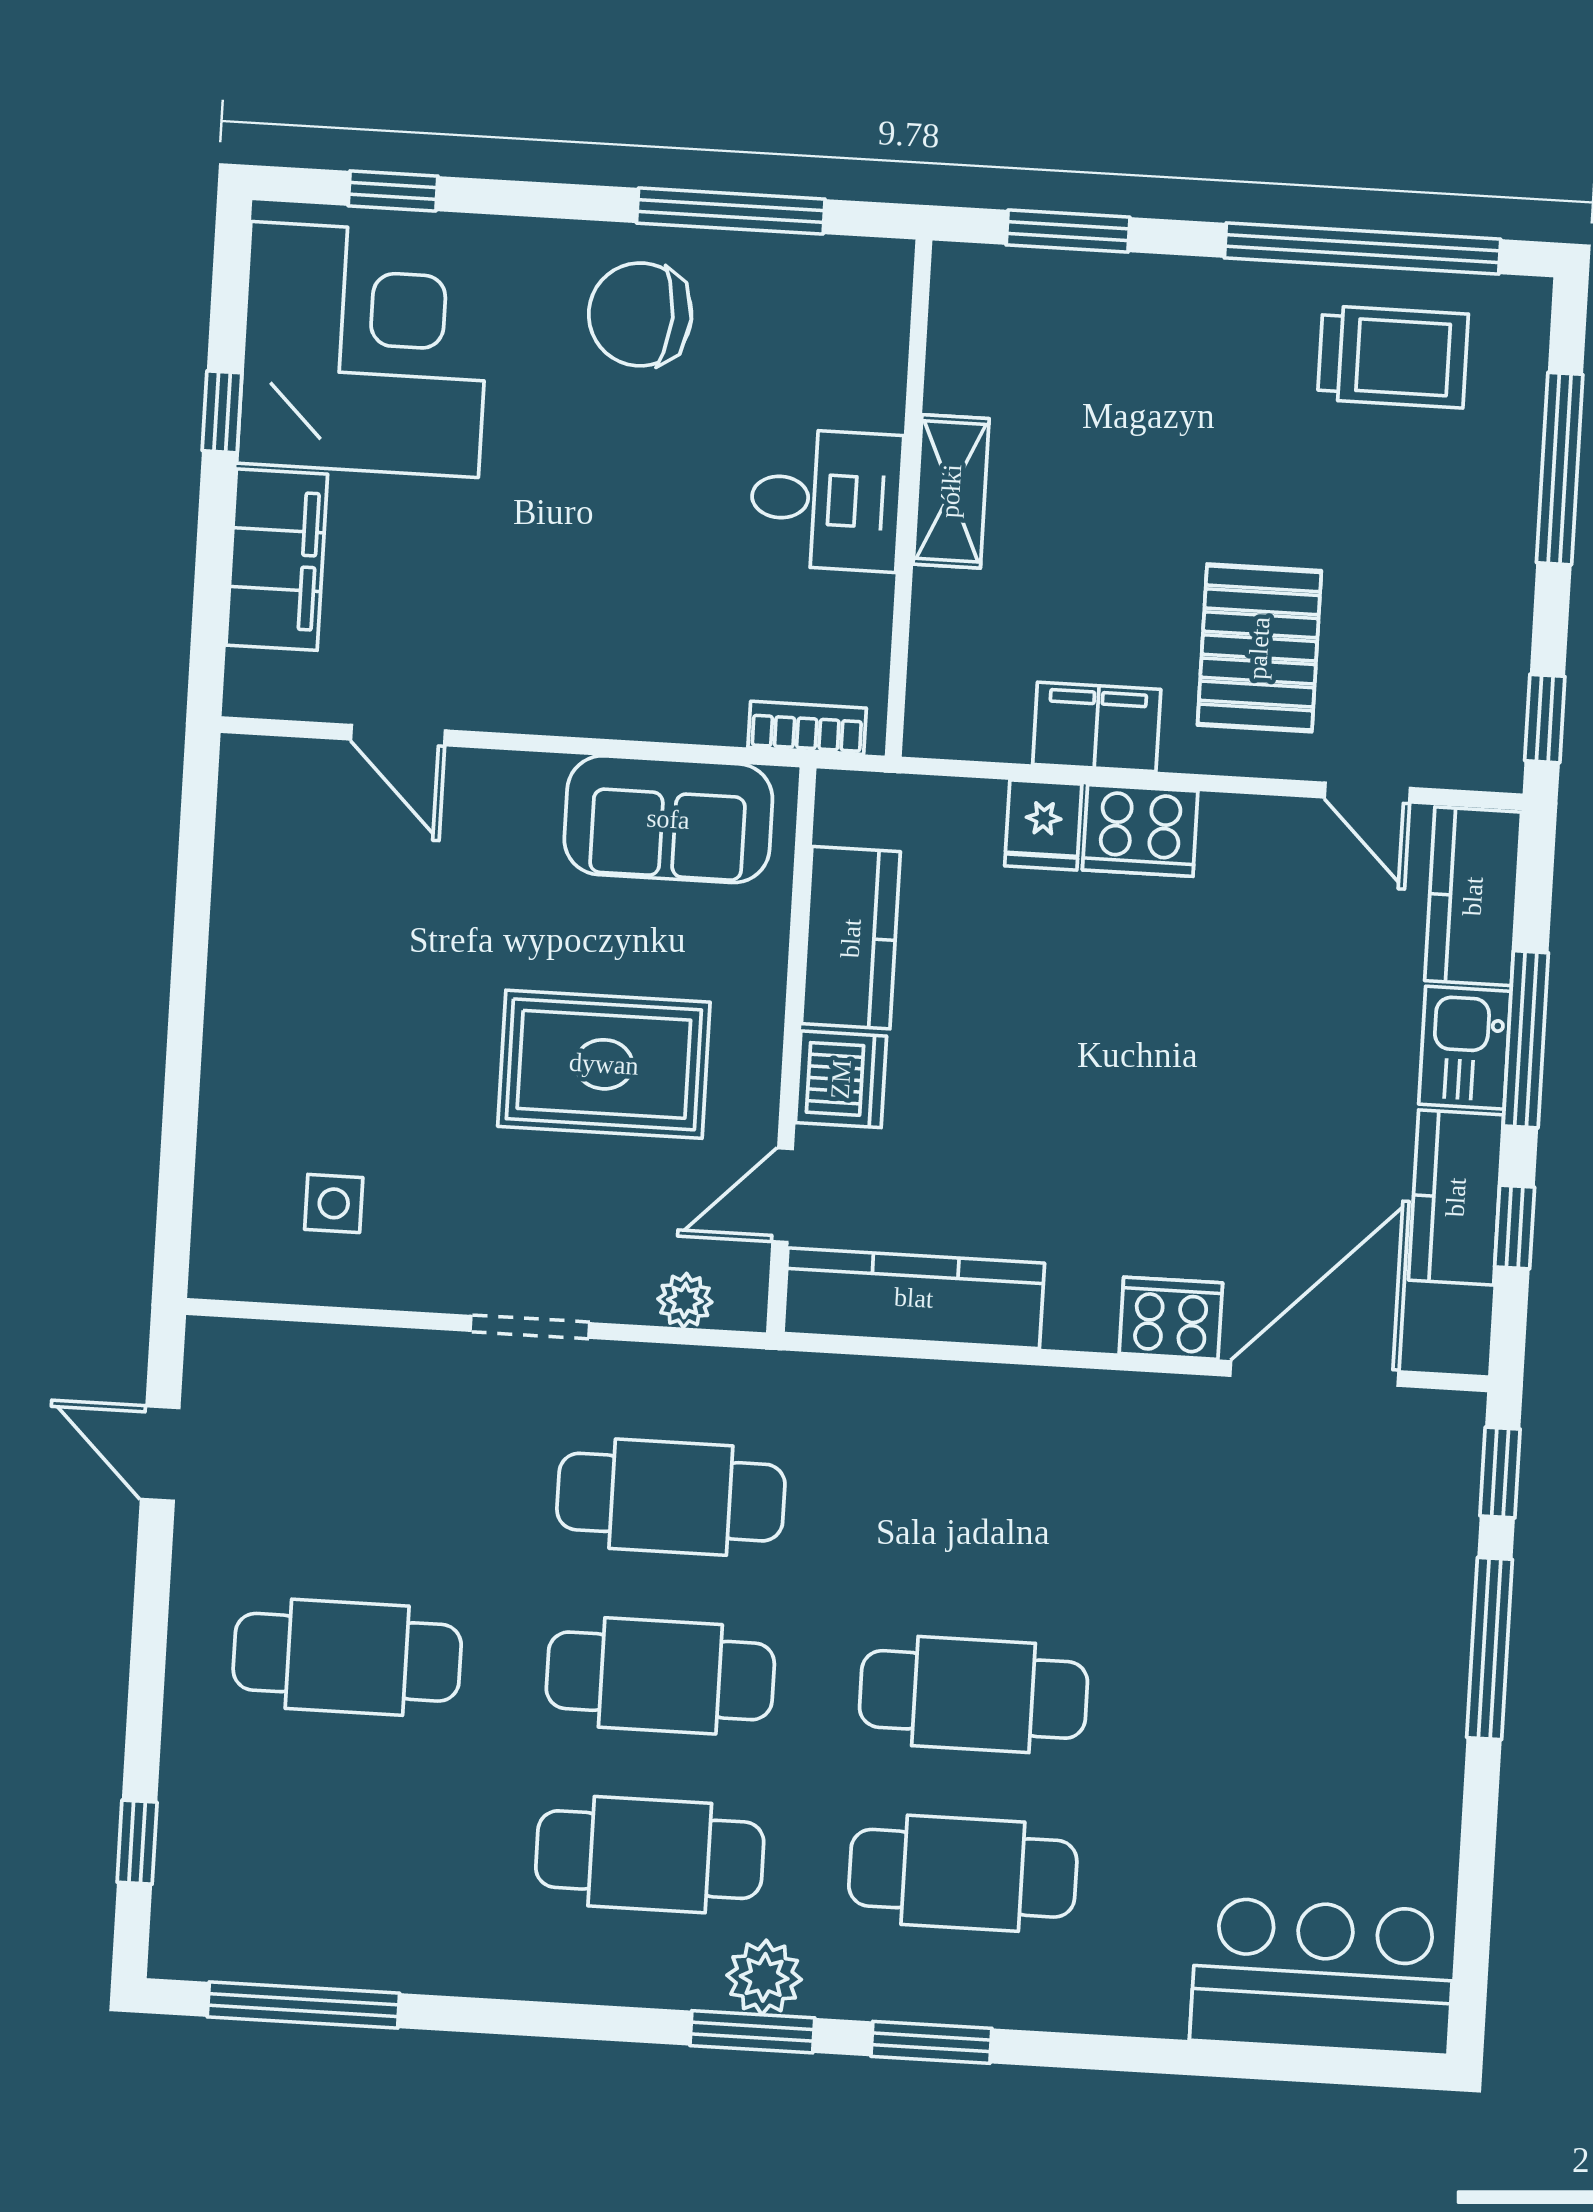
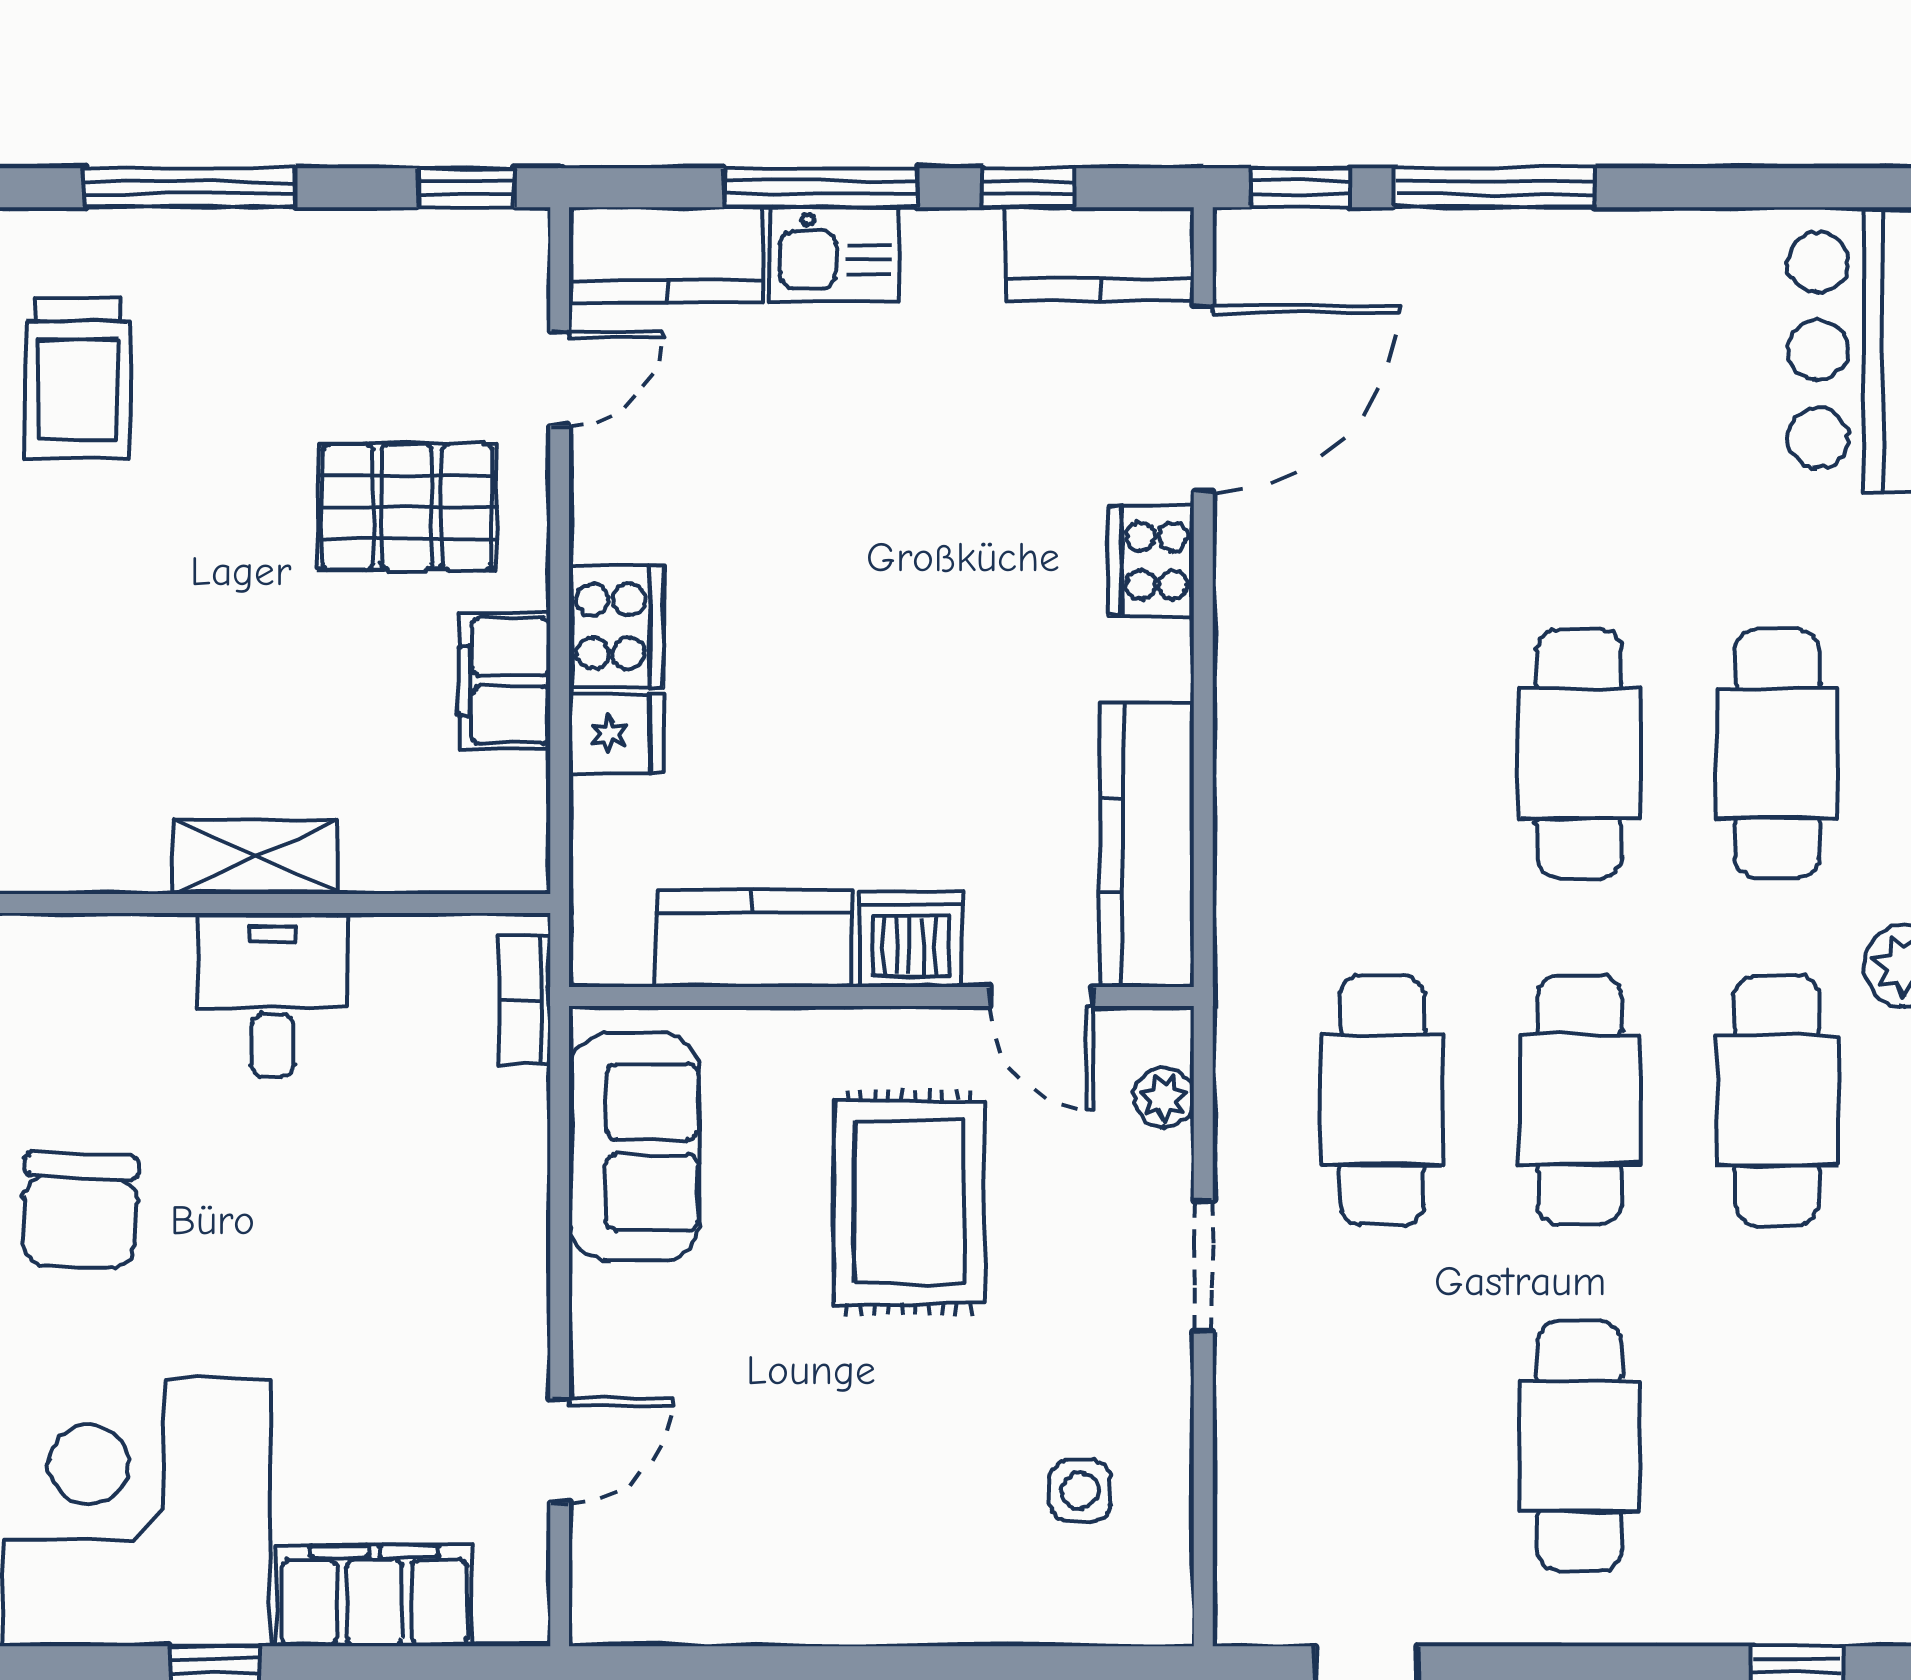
trolley: (1393, 357) -> (78, 379), turned 180
kitchen counter: (1456, 1197) -> (1100, 254), moved
door: (1314, 1373) -> (1203, 399), swing flipped

